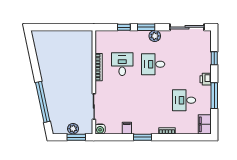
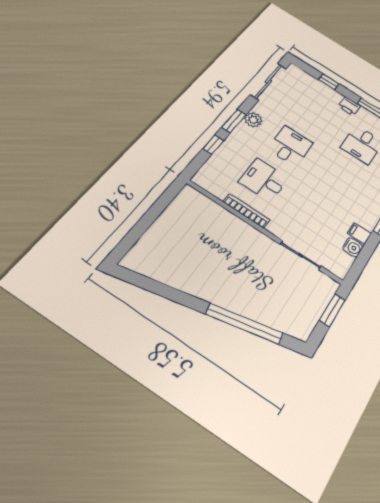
desk: (153, 64) -> (290, 146), turned 180
plant: (73, 129) -> (316, 306), removed
water cooler: (100, 129) -> (353, 247), moved

